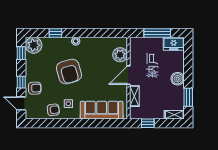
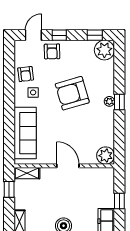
window: (56, 33) -> (119, 102), moved
window: (157, 33) -> (119, 201), width x0.46
plant: (120, 55) -> (106, 156), moved
shelving: (134, 96) -> (27, 173), moved

